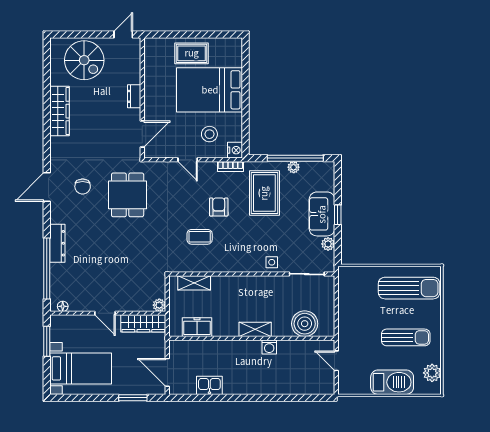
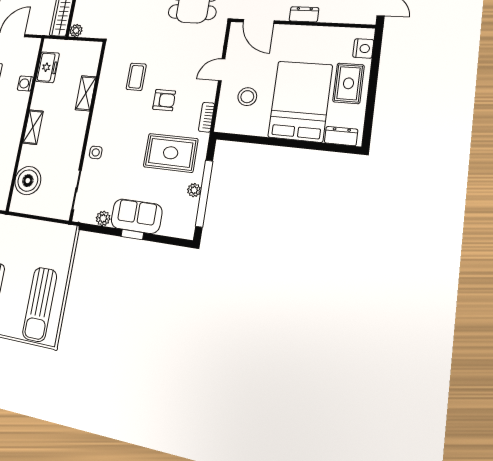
dresser: (235, 54) -> (341, 136), added
nightstand: (235, 150) -> (363, 48), moved, turned -90
shelving: (194, 283) -> (86, 93), moved
washing machine: (269, 347) -> (25, 83), moved

